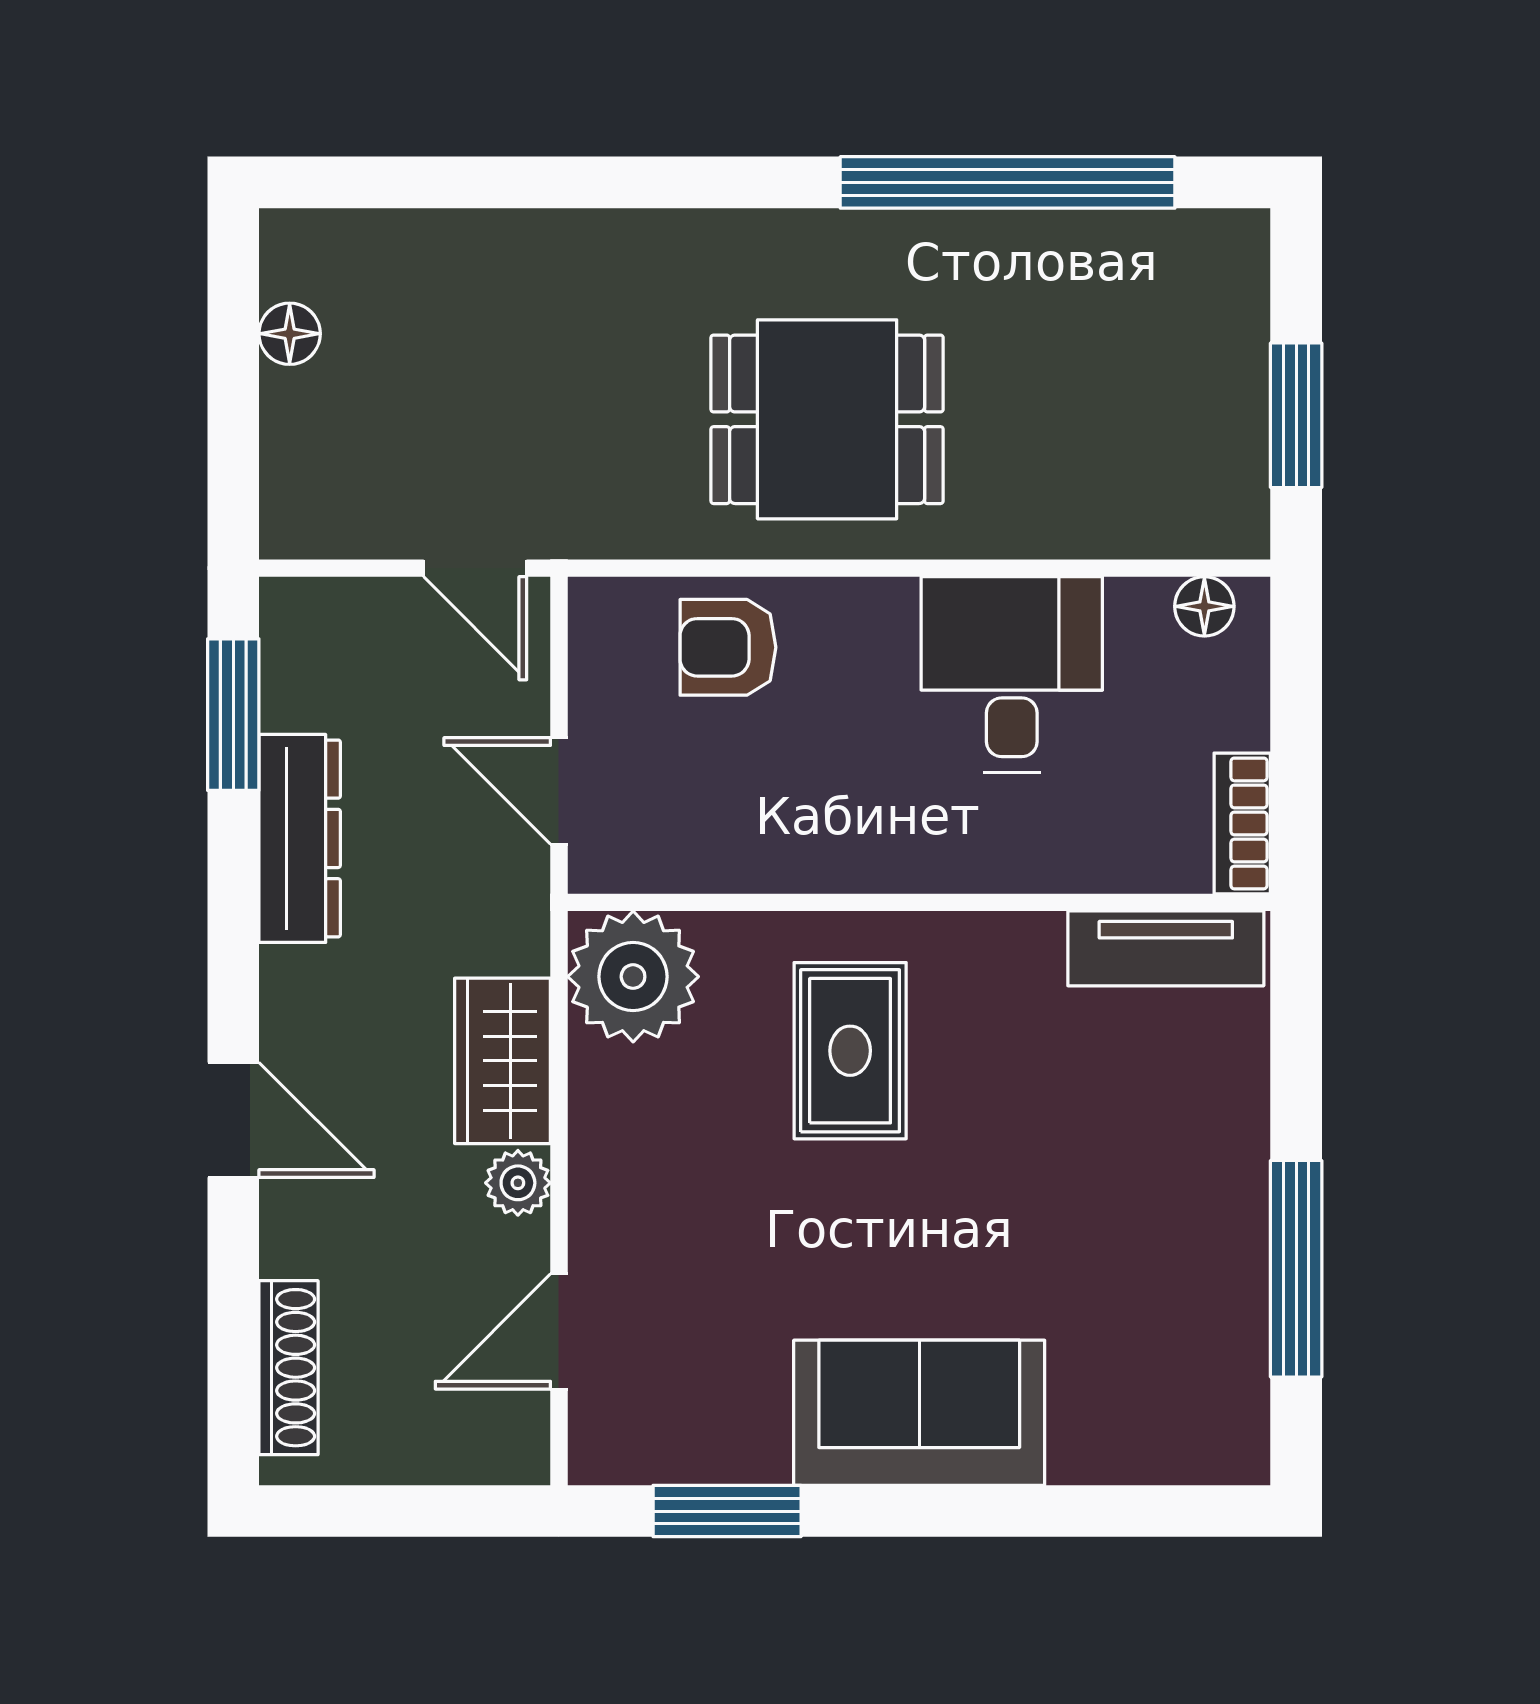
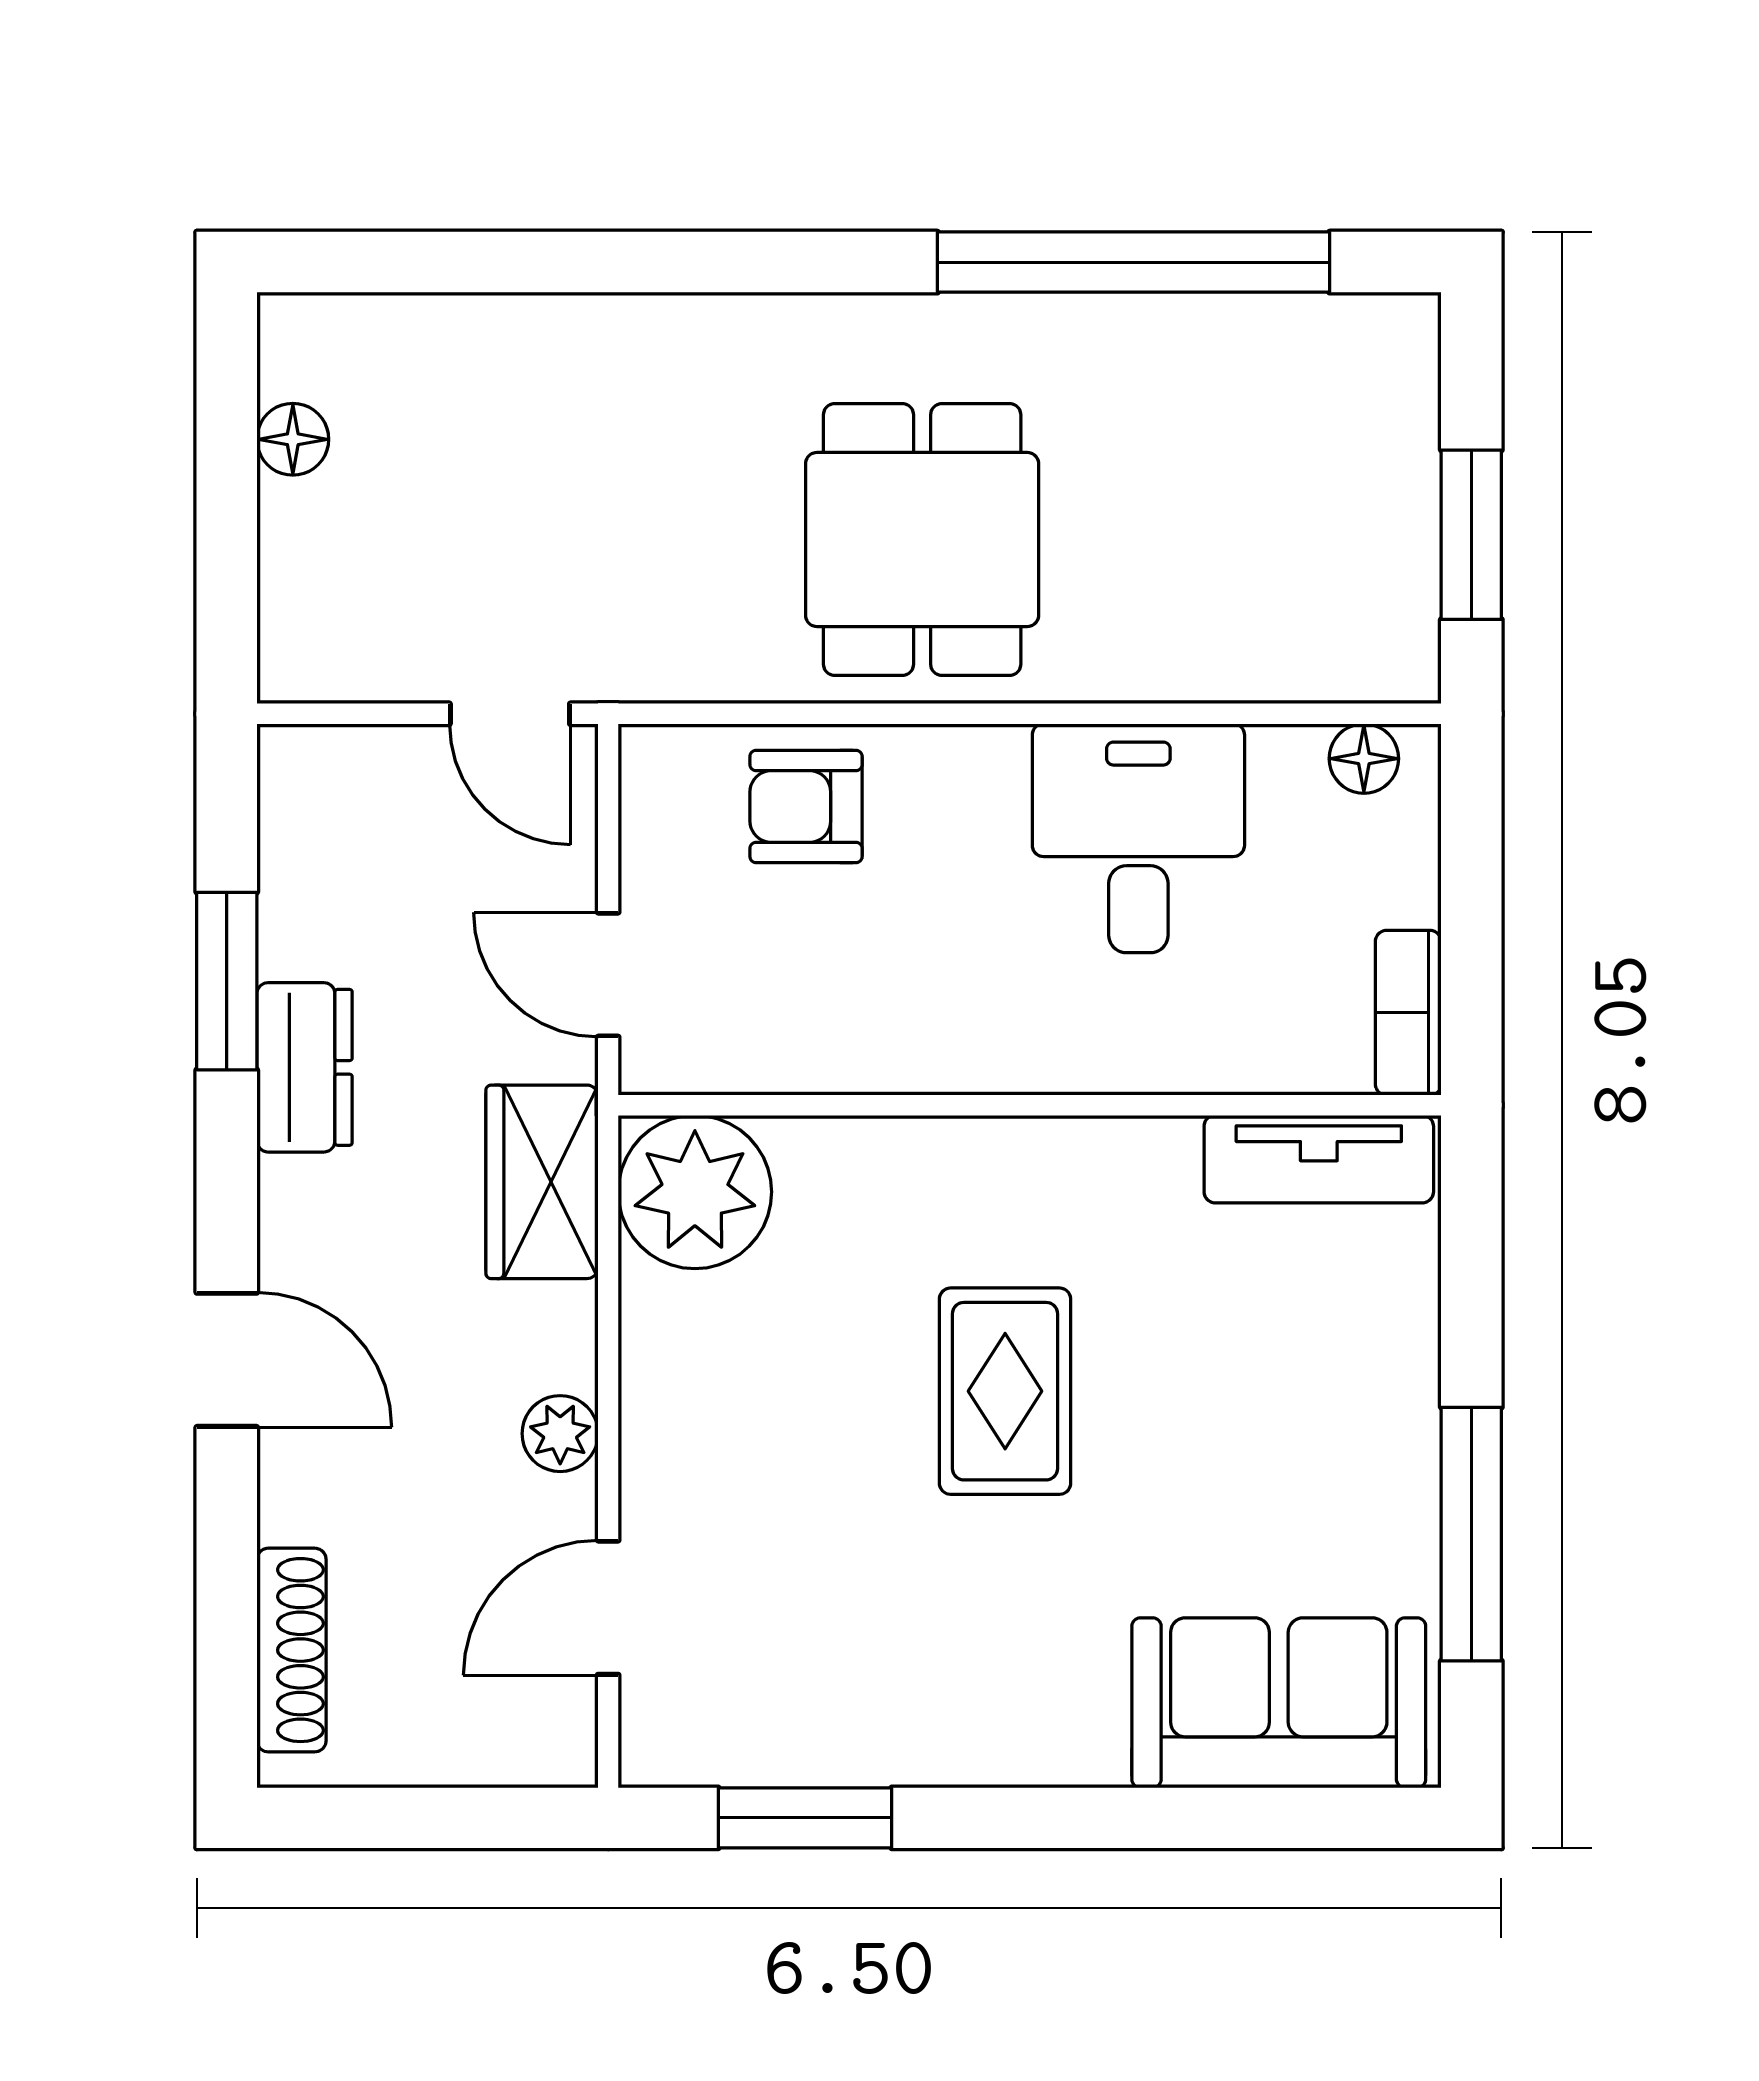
dining table: (827, 419) -> (922, 539), turned 90
window: (233, 715) -> (227, 981), moved
dresser: (300, 838) -> (304, 1067), width x0.70
rug: (850, 1051) -> (1005, 1391), moved
wardrobe: (502, 1061) -> (542, 1182), moved
sofa: (919, 1413) -> (1279, 1703), moved

